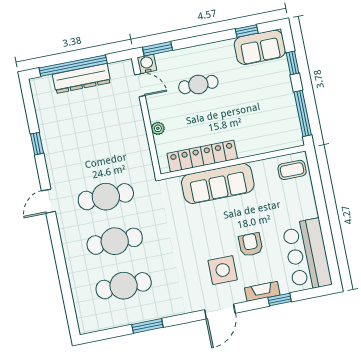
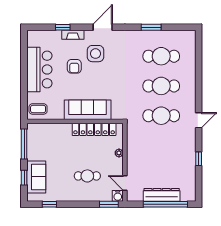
sofa: (260, 47) -> (36, 177), moved, turned 90
bar counter: (307, 255) -> (39, 69), moved

